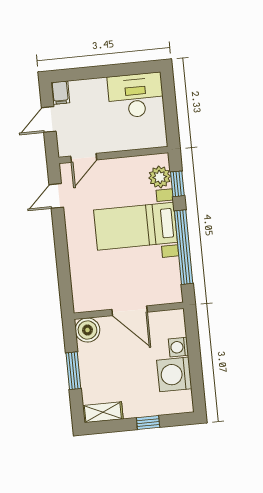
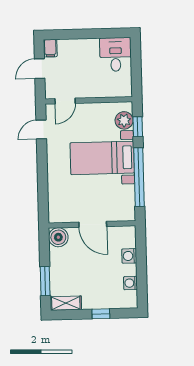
desk: (136, 95) -> (116, 54), width x0.73
window: (73, 371) -> (45, 281), moved
washing machine: (174, 374) -> (130, 283), width x0.53, depth x0.53

